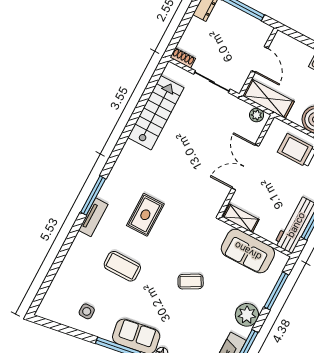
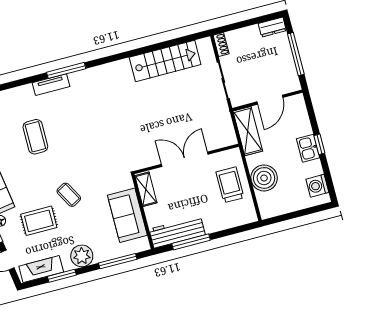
plant: (257, 115) -> (229, 133), removed
rug: (145, 215) -> (39, 221), moved

